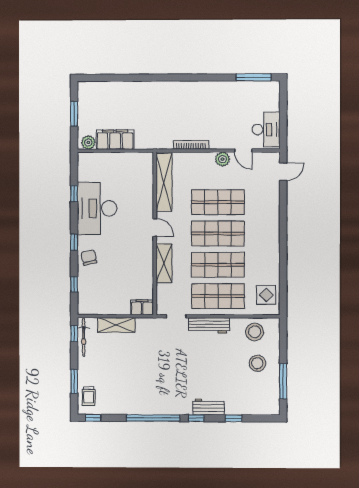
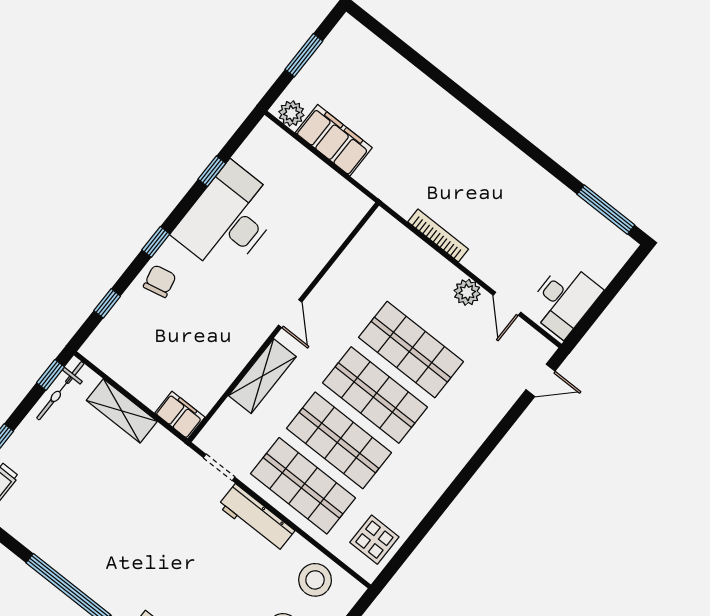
shelving: (164, 182) -> (356, 259), removed

